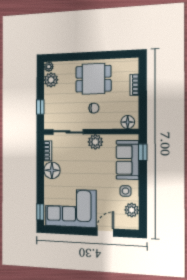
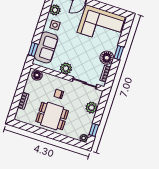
plant: (51, 80) -> (91, 108), moved
window: (40, 107) -> (94, 130), moved
window: (40, 212) -> (119, 53), moved

